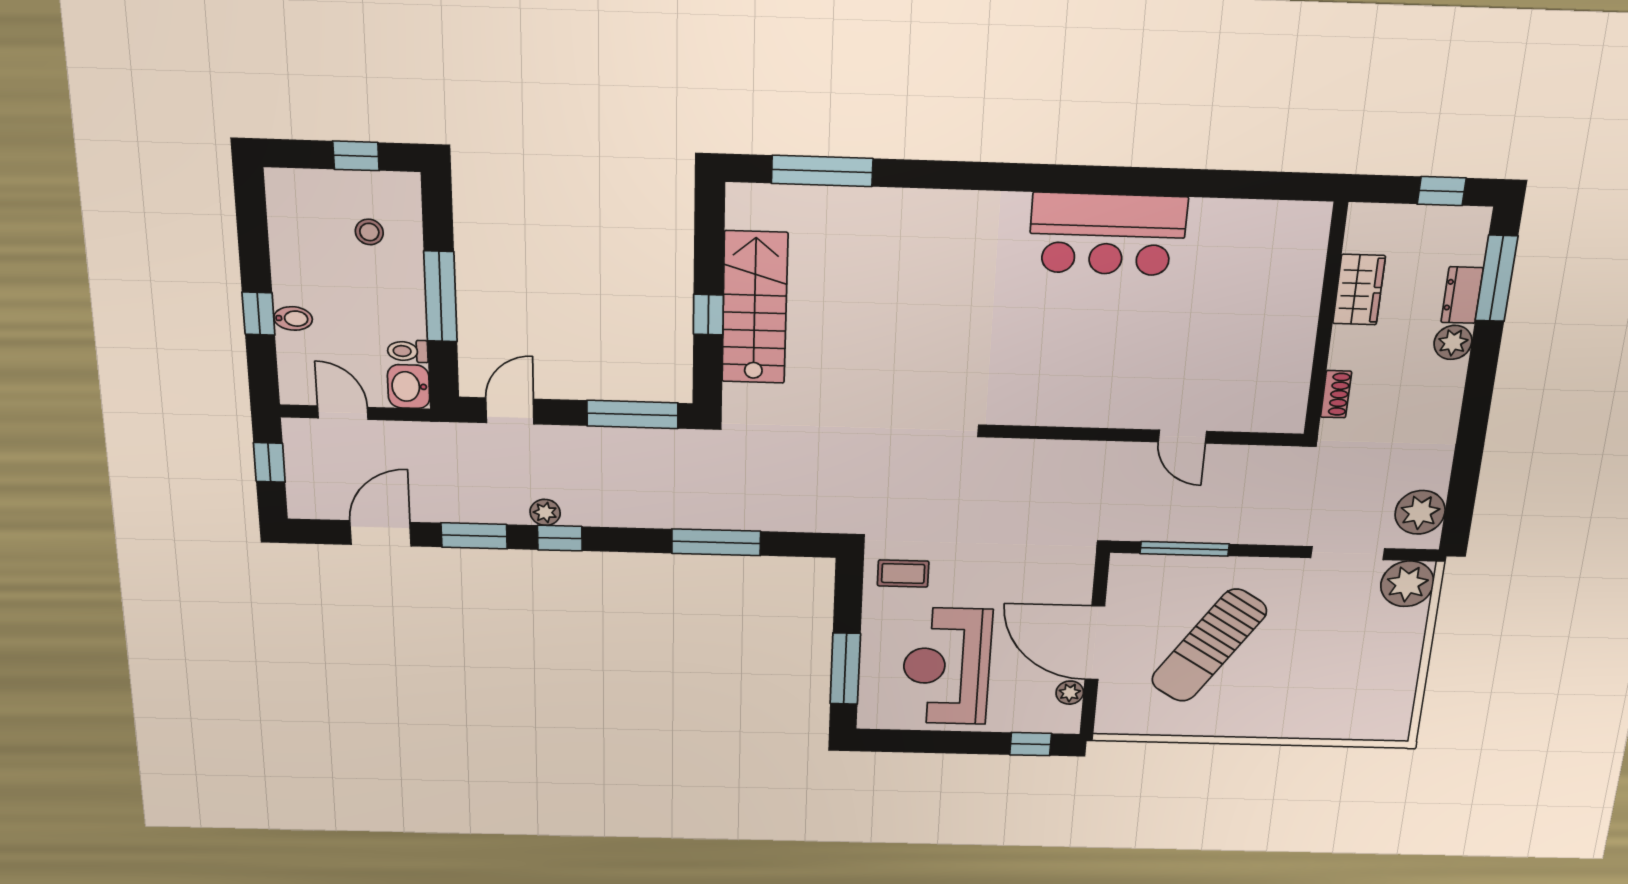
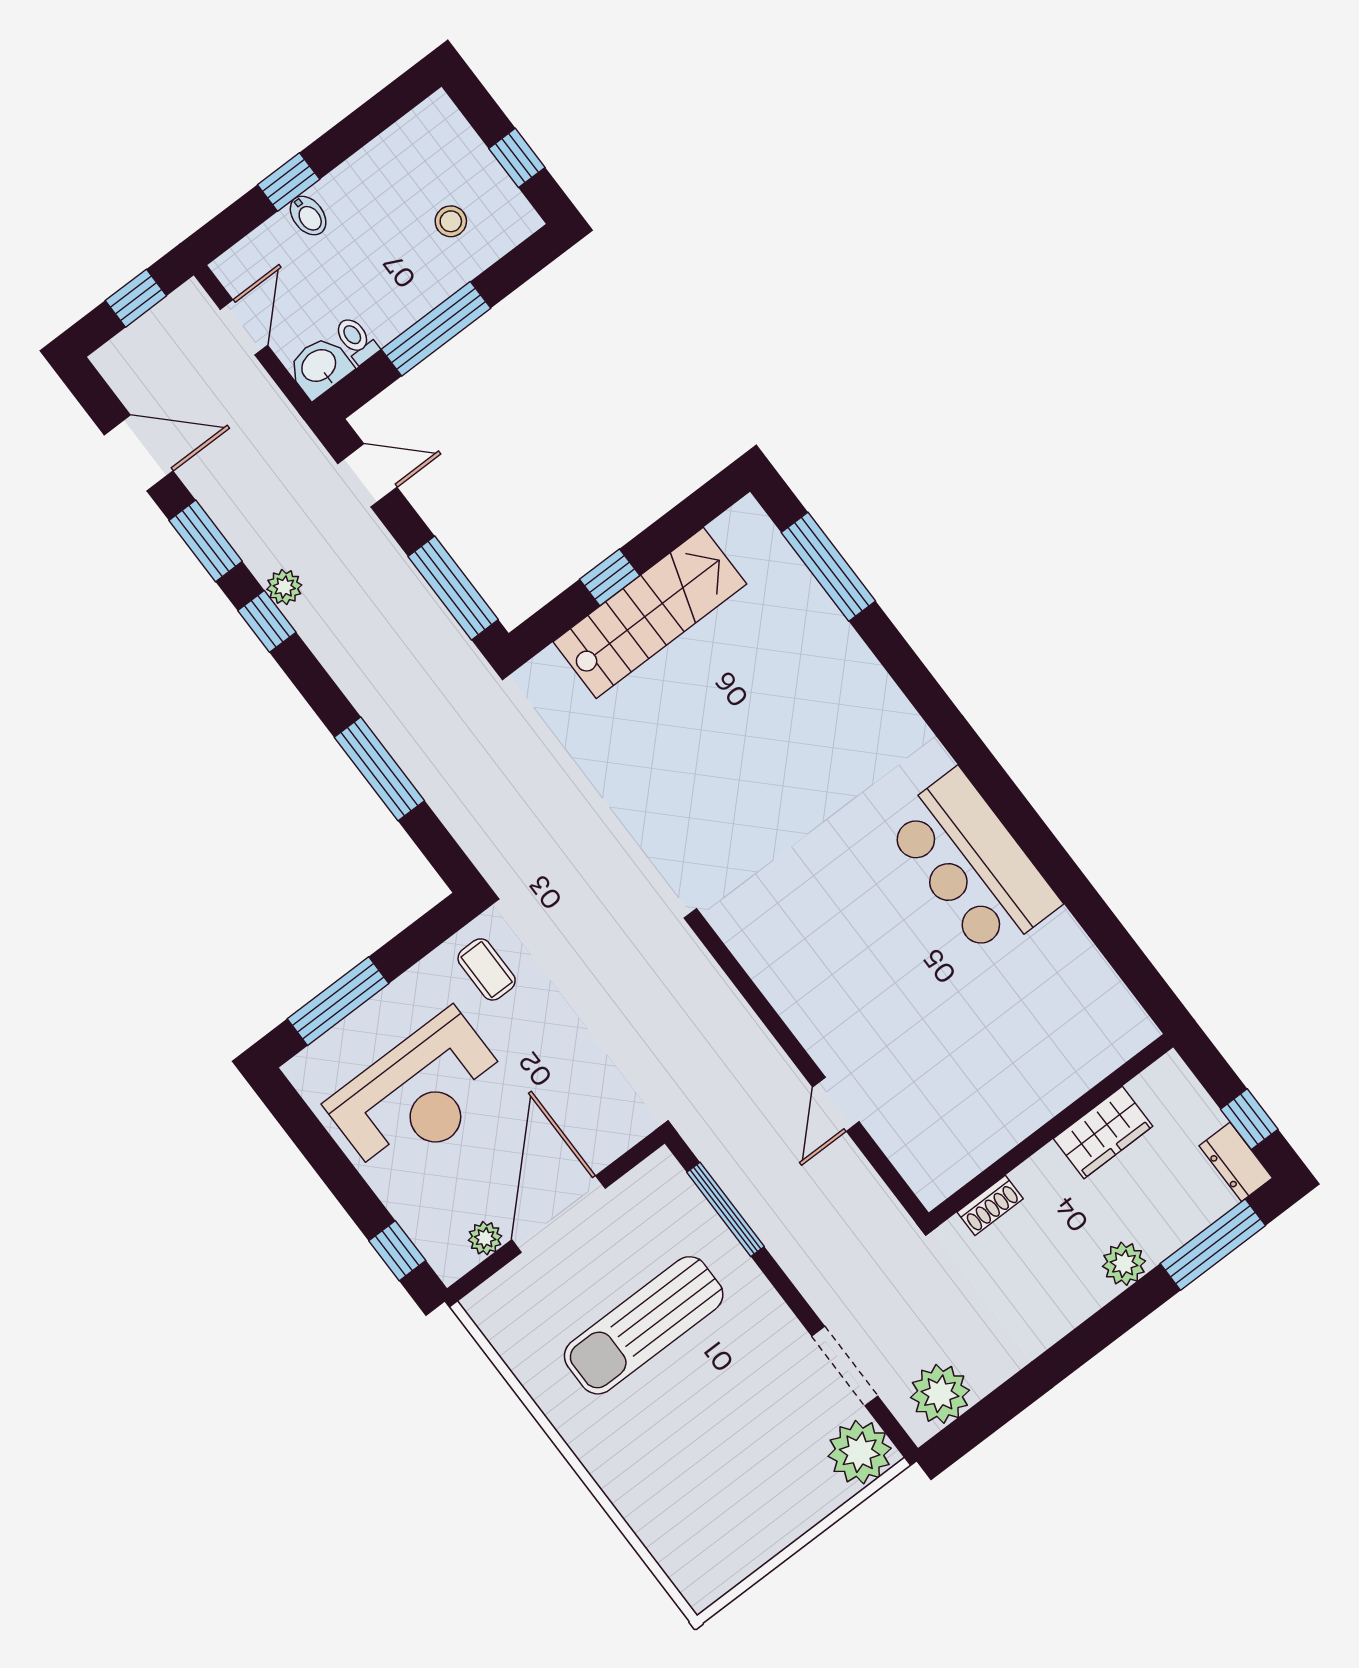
dresser: (1462, 295) -> (1236, 1162), moved, turned -90
sun lounger: (1209, 645) -> (644, 1325), turned -33
reception desk: (947, 666) -> (419, 1095), turned 180

